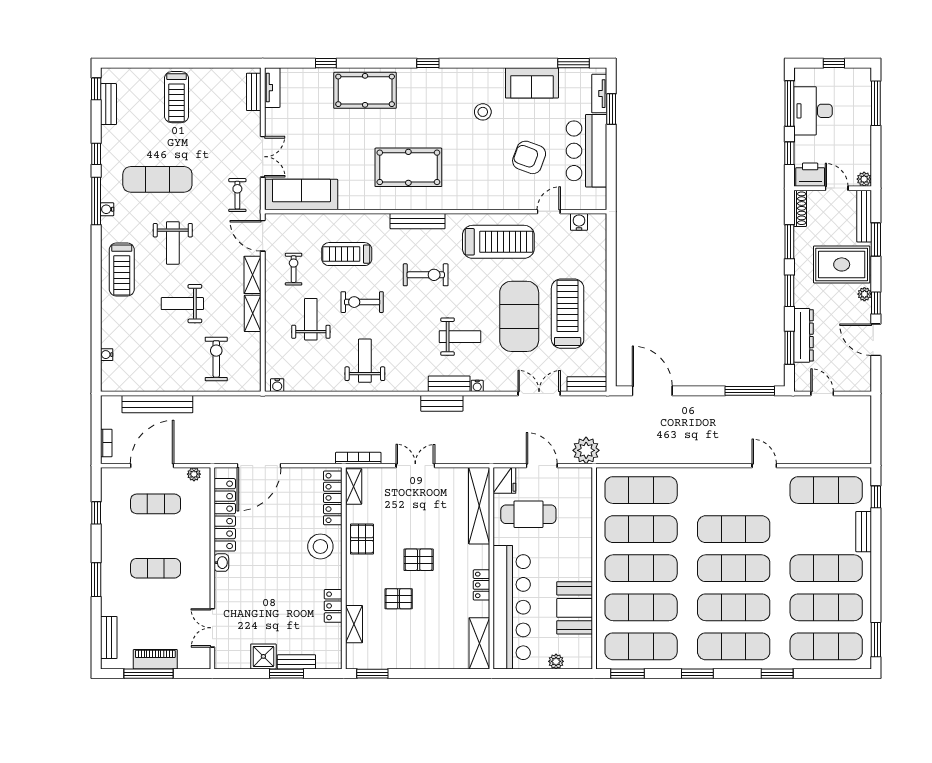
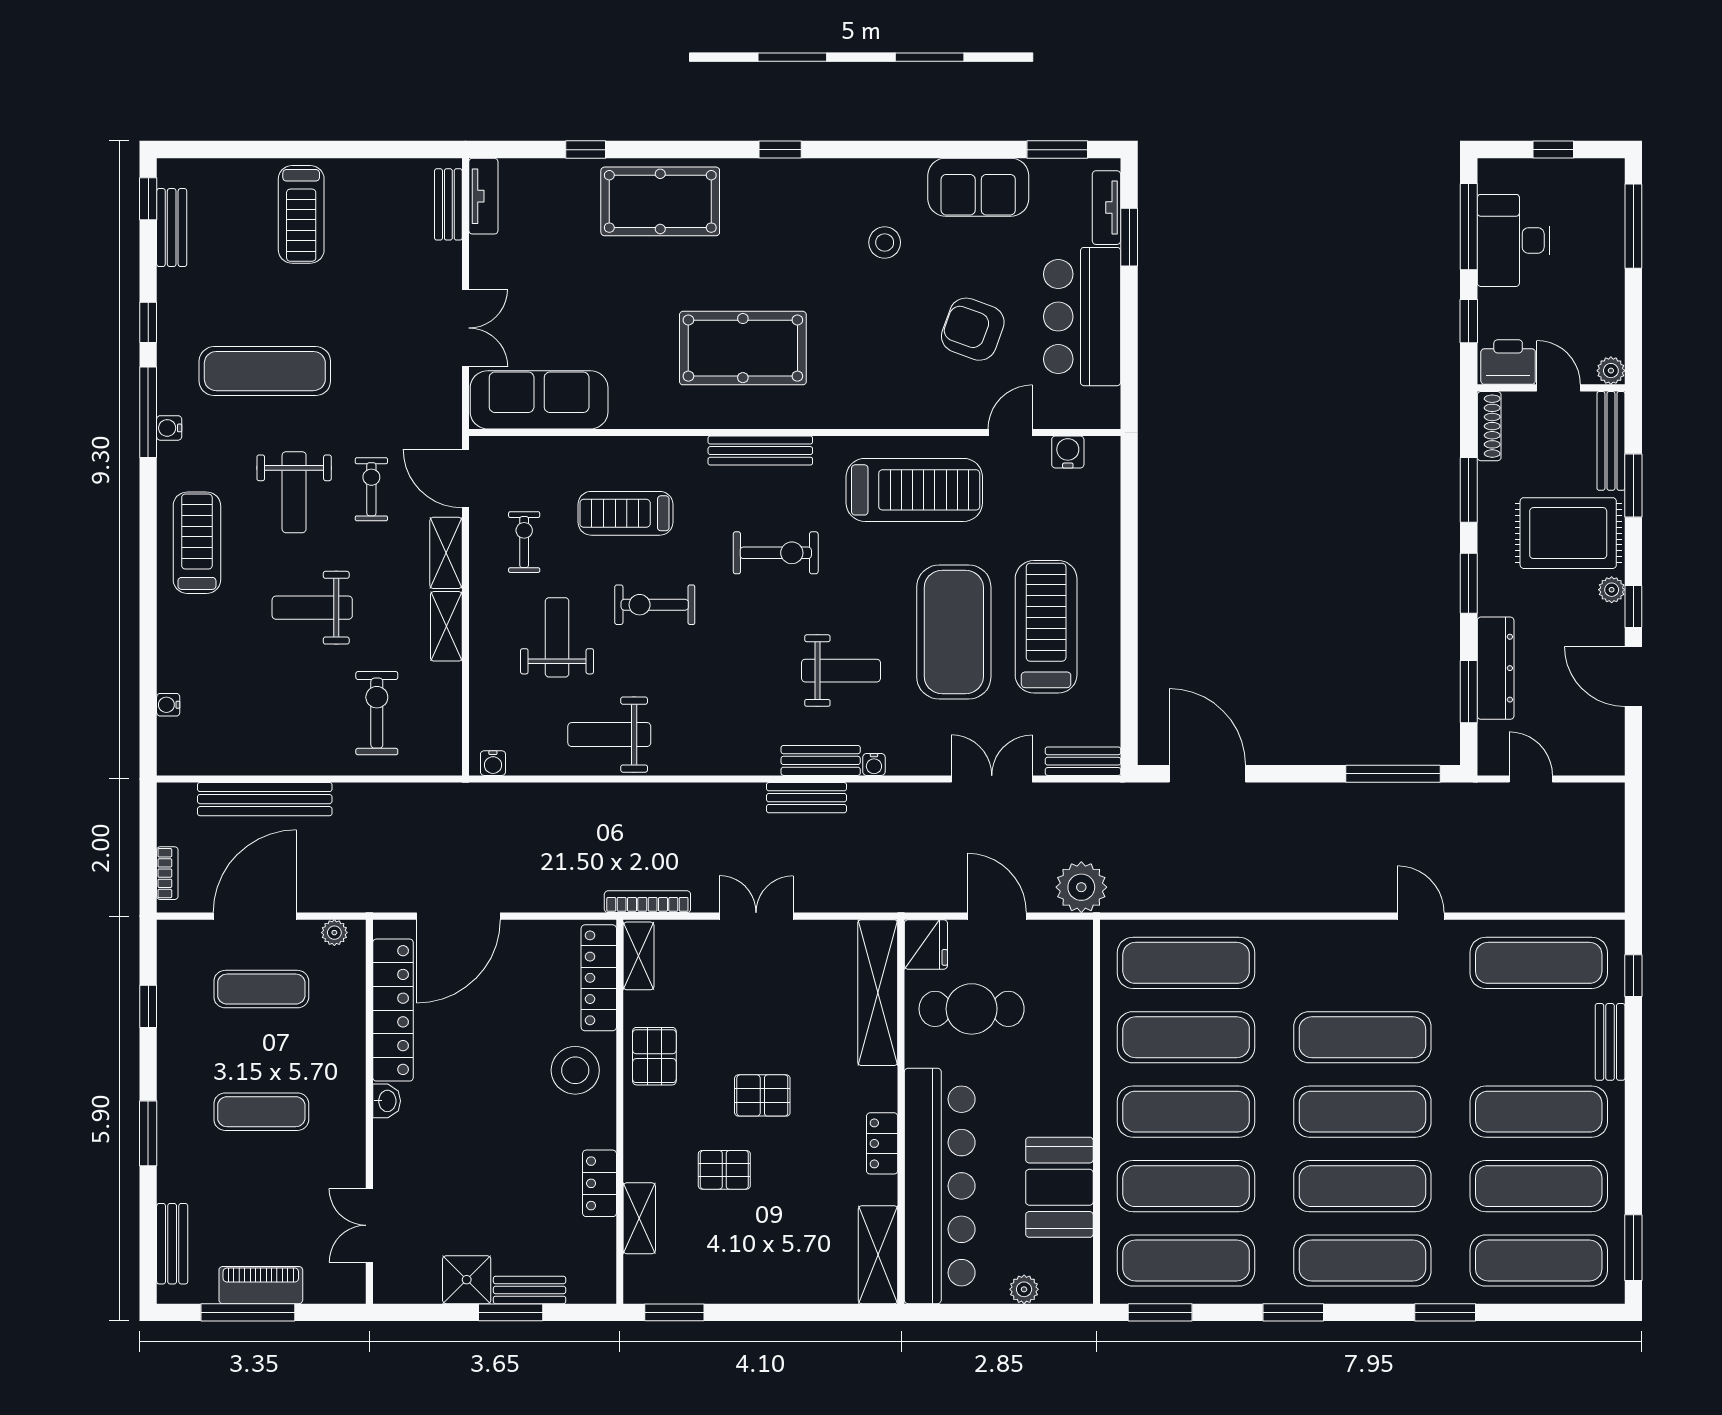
exercise bike: (237, 195) -> (371, 489), moved
treadmill: (122, 270) -> (197, 543), turned 180
weight bench: (365, 361) -> (609, 735), moved, turned -90

